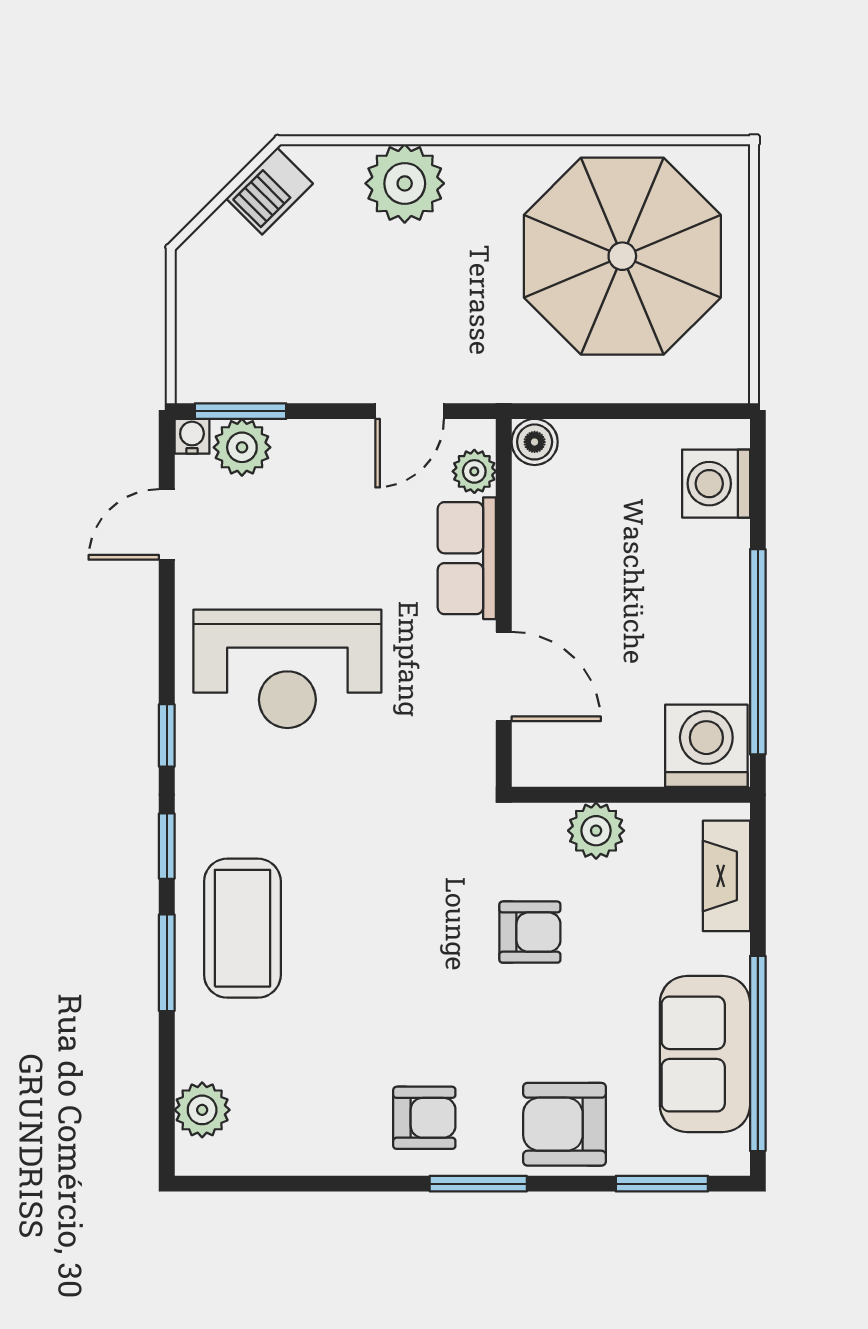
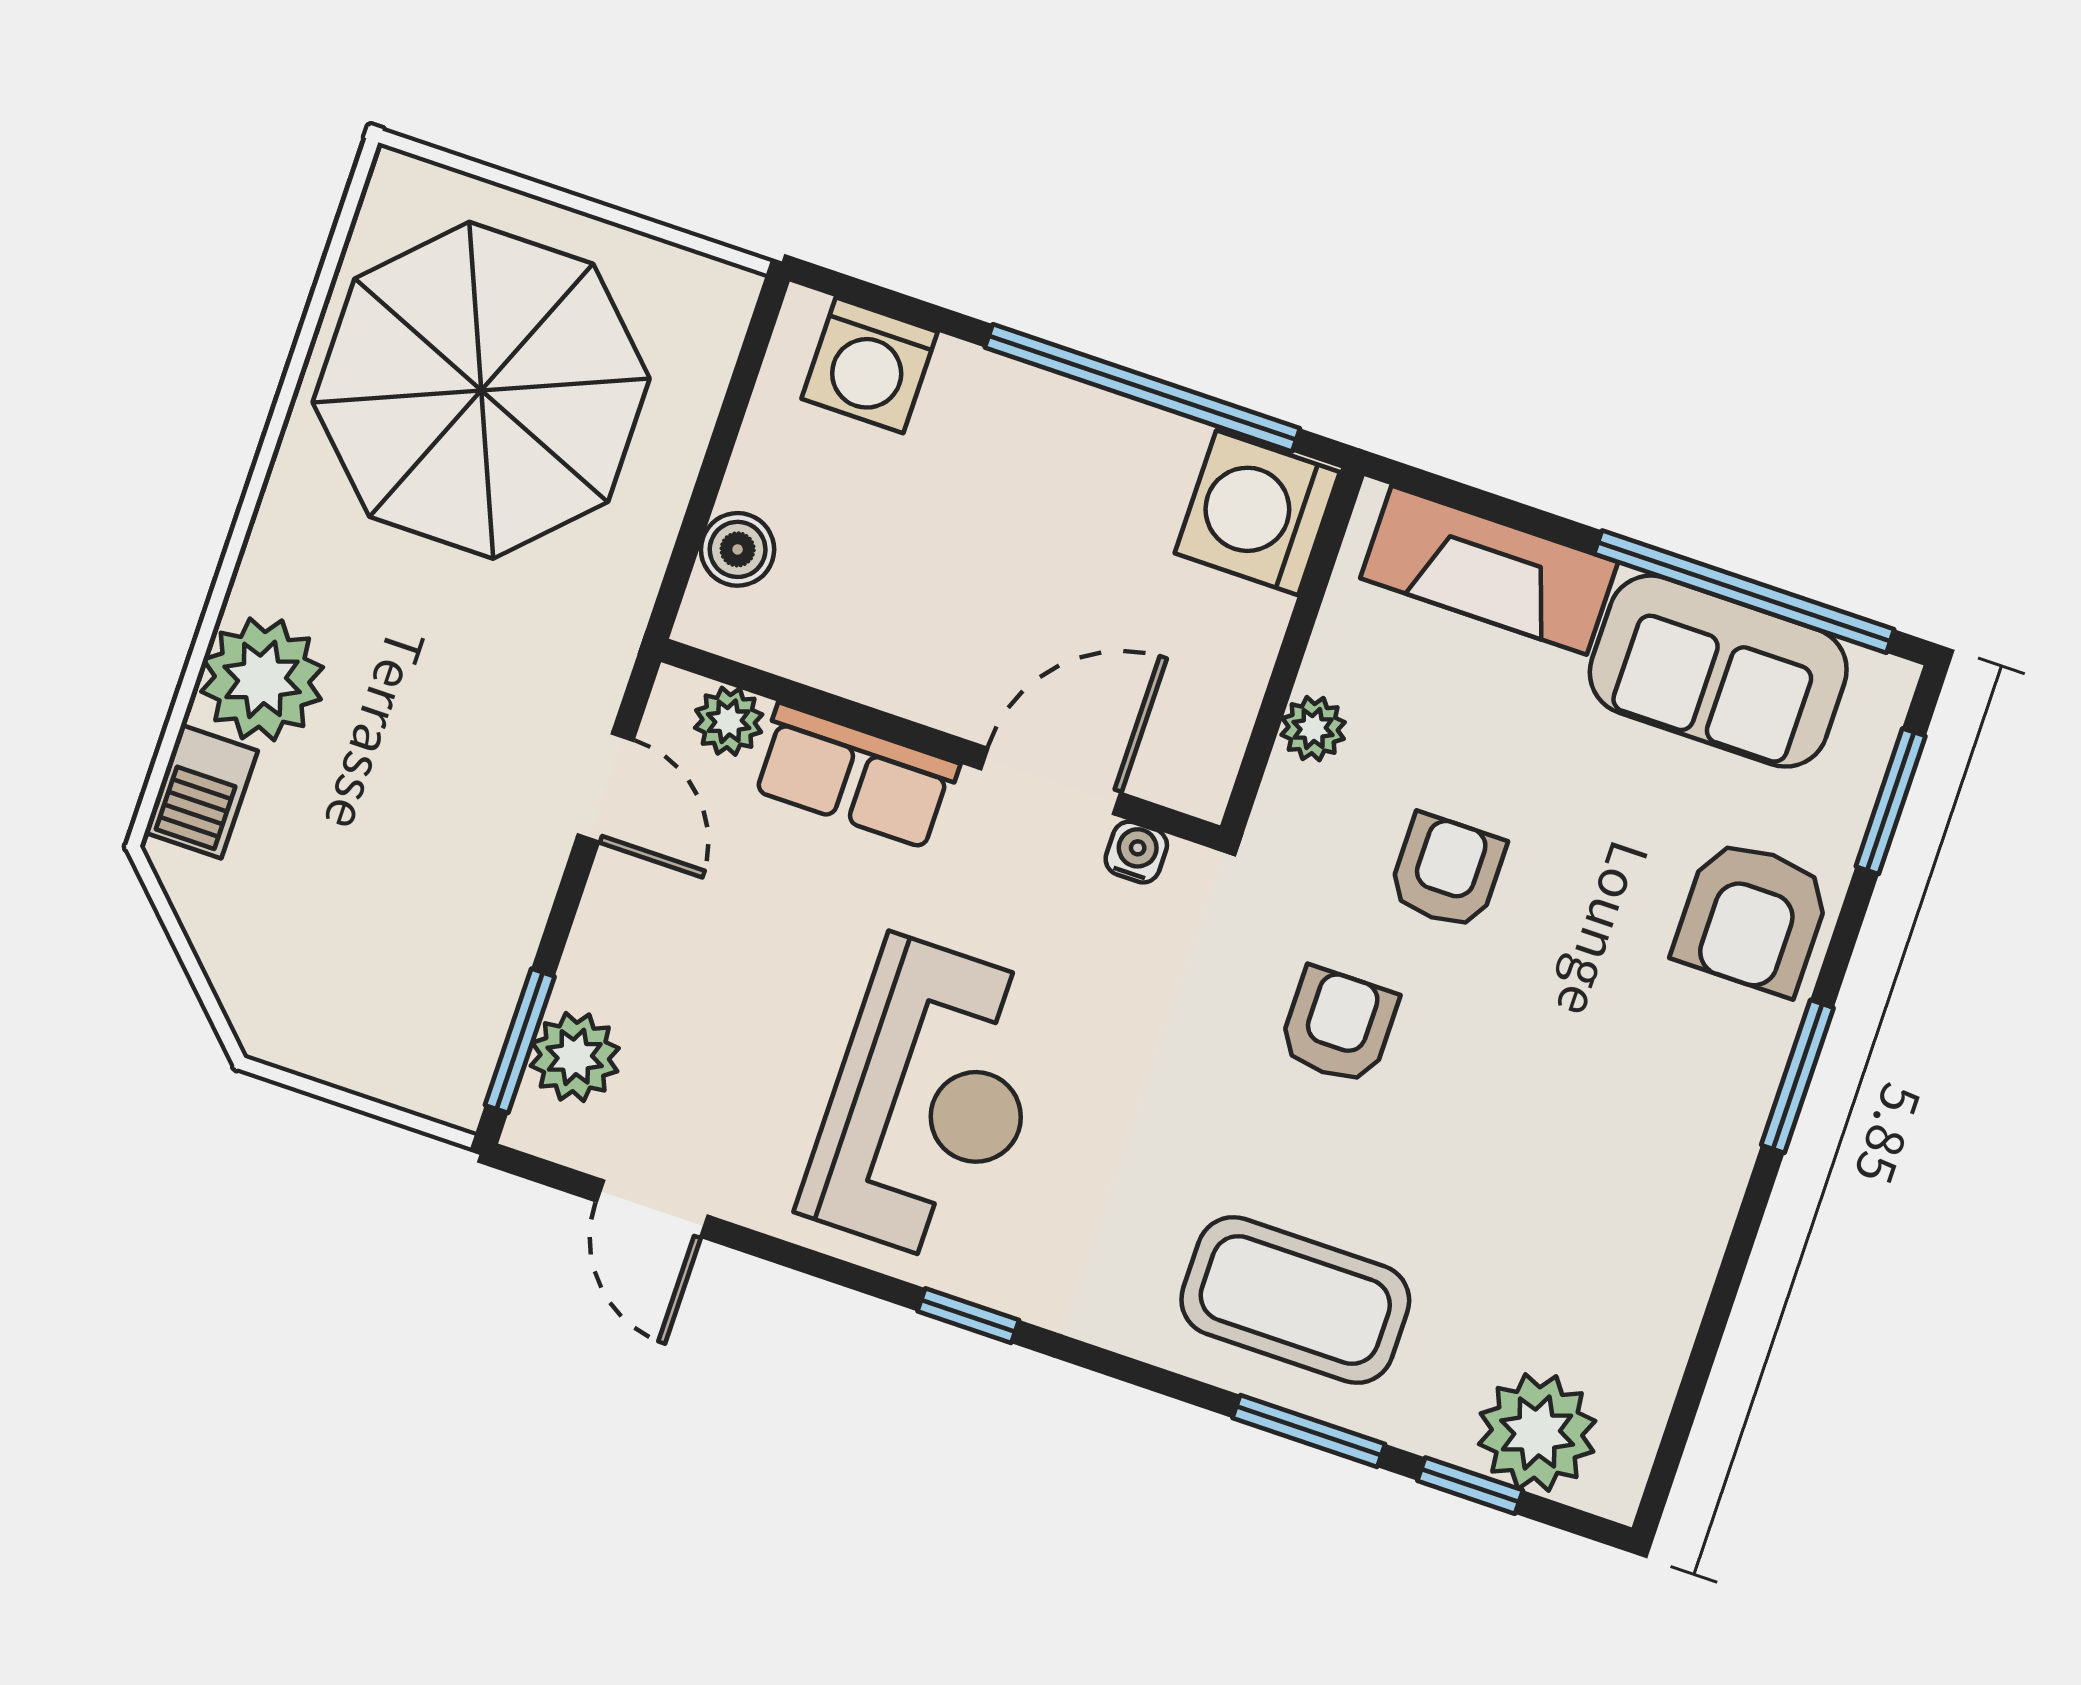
barbecue: (269, 191) -> (201, 792), moved, turned 45
water cooler: (192, 436) -> (1136, 852), moved, turned 90
boiler: (535, 442) -> (738, 549), moved
plant: (596, 831) -> (1313, 729), width x0.73, depth x0.73
window: (167, 846) -> (1470, 1486), moved
fireplace: (726, 876) -> (1489, 570), width x1.37, depth x1.32
plant: (202, 1110) -> (1537, 1432), width x1.36, depth x1.36
armchair: (424, 1118) -> (1338, 1026), moved

